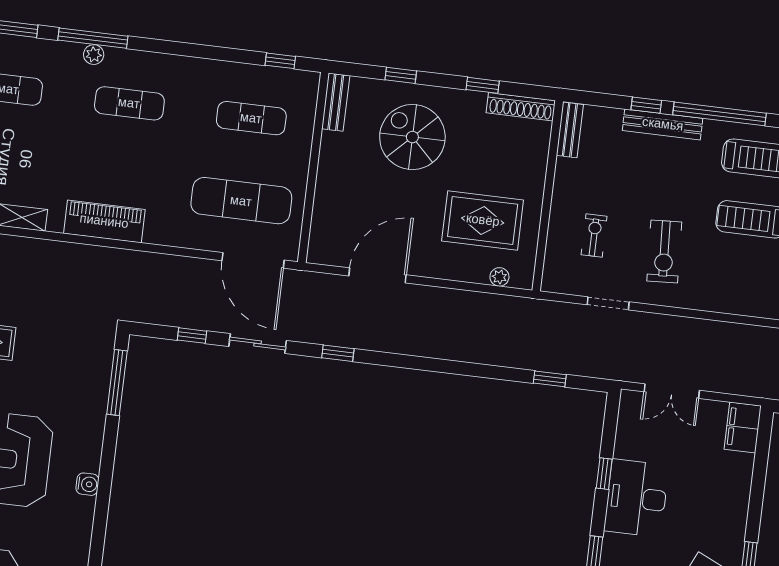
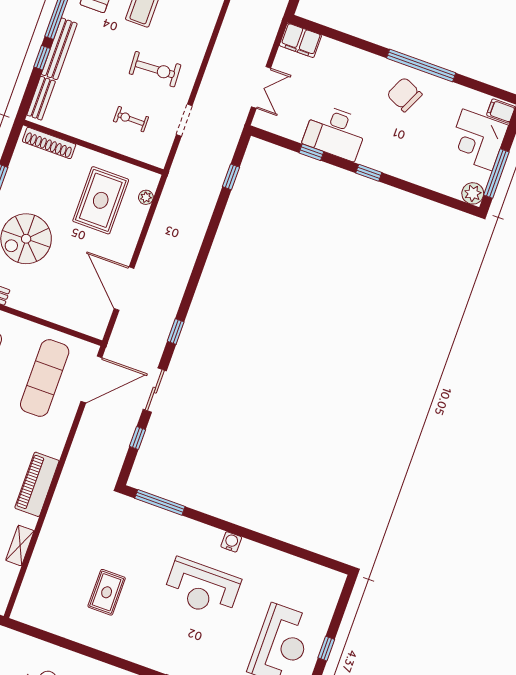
shoe rack: (521, 107) -> (49, 143), moved, turned 90
bench: (570, 130) -> (41, 98), moved, turned 90

